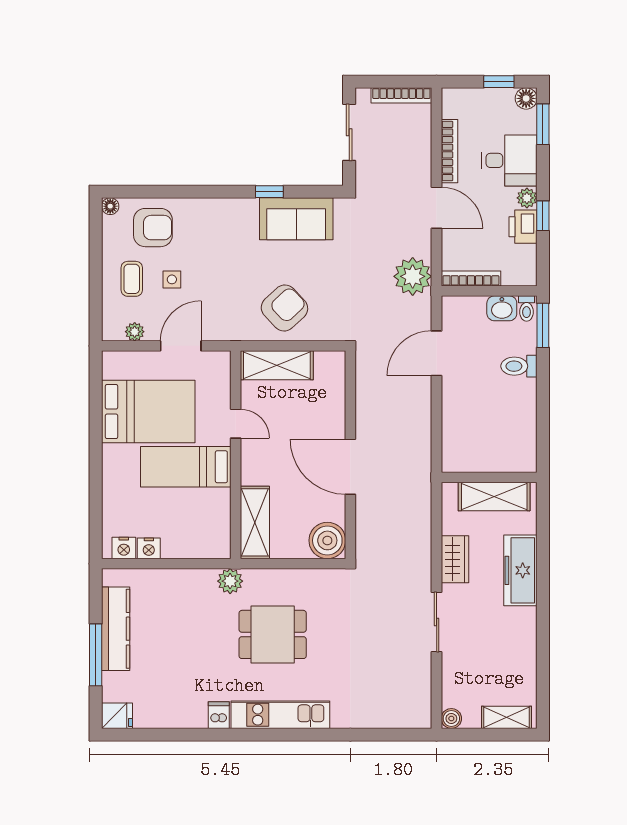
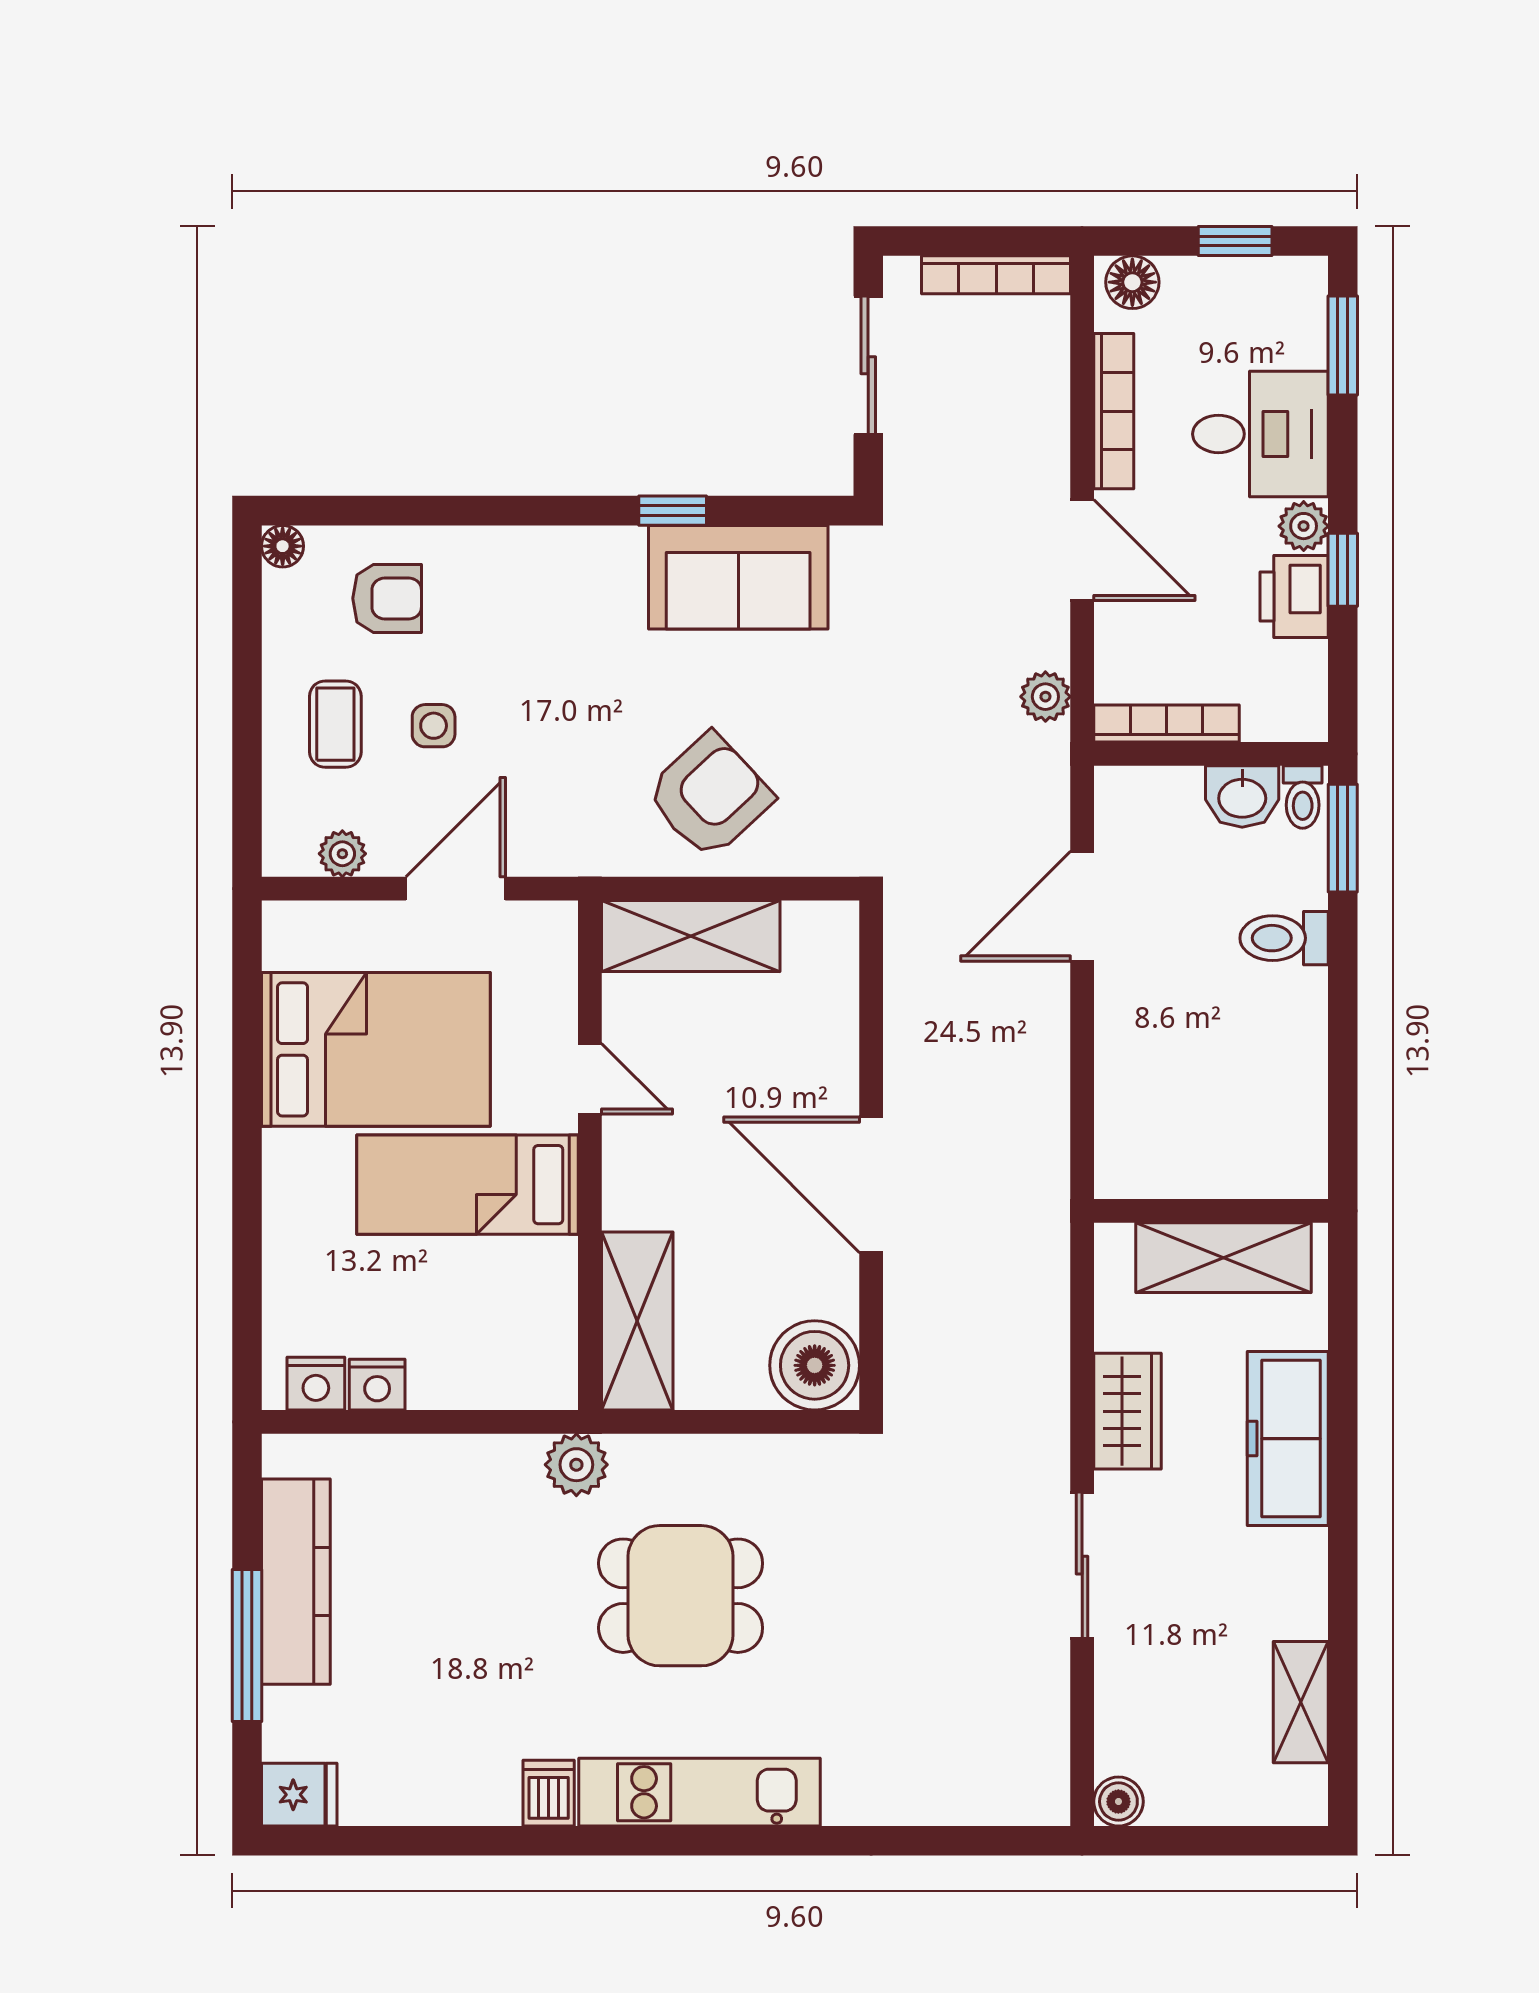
floor lamp: (526, 98) -> (1132, 282), moved
armchair: (153, 228) -> (387, 598), width x0.72, depth x0.72
plant: (413, 276) -> (1045, 697), width x0.53, depth x0.53
shelving: (507, 717) -> (1301, 1702), moved, turned 90

